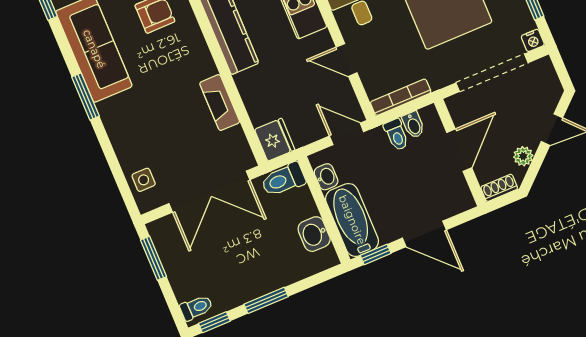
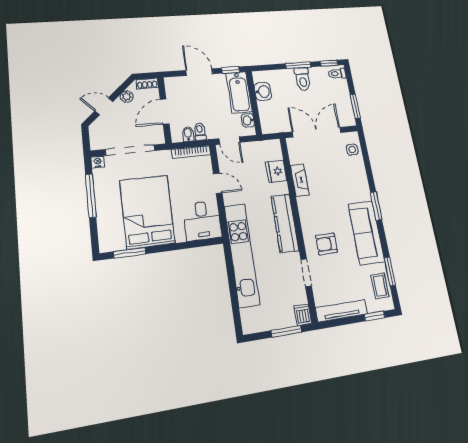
fridge: (275, 140) -> (276, 171), moved
toilet: (283, 180) -> (303, 79), moved, turned 90

